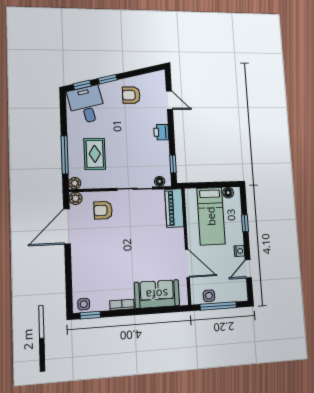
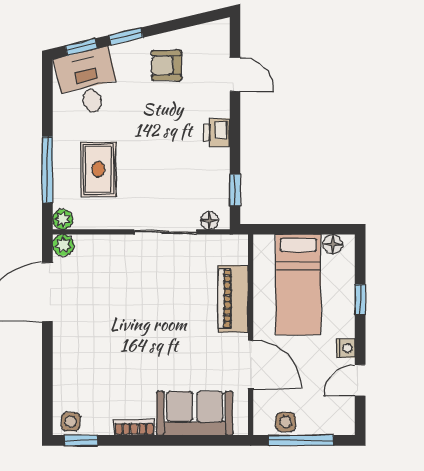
piano: (174, 208) -> (233, 299), moved
armchair: (103, 210) -> (109, 267), removed

